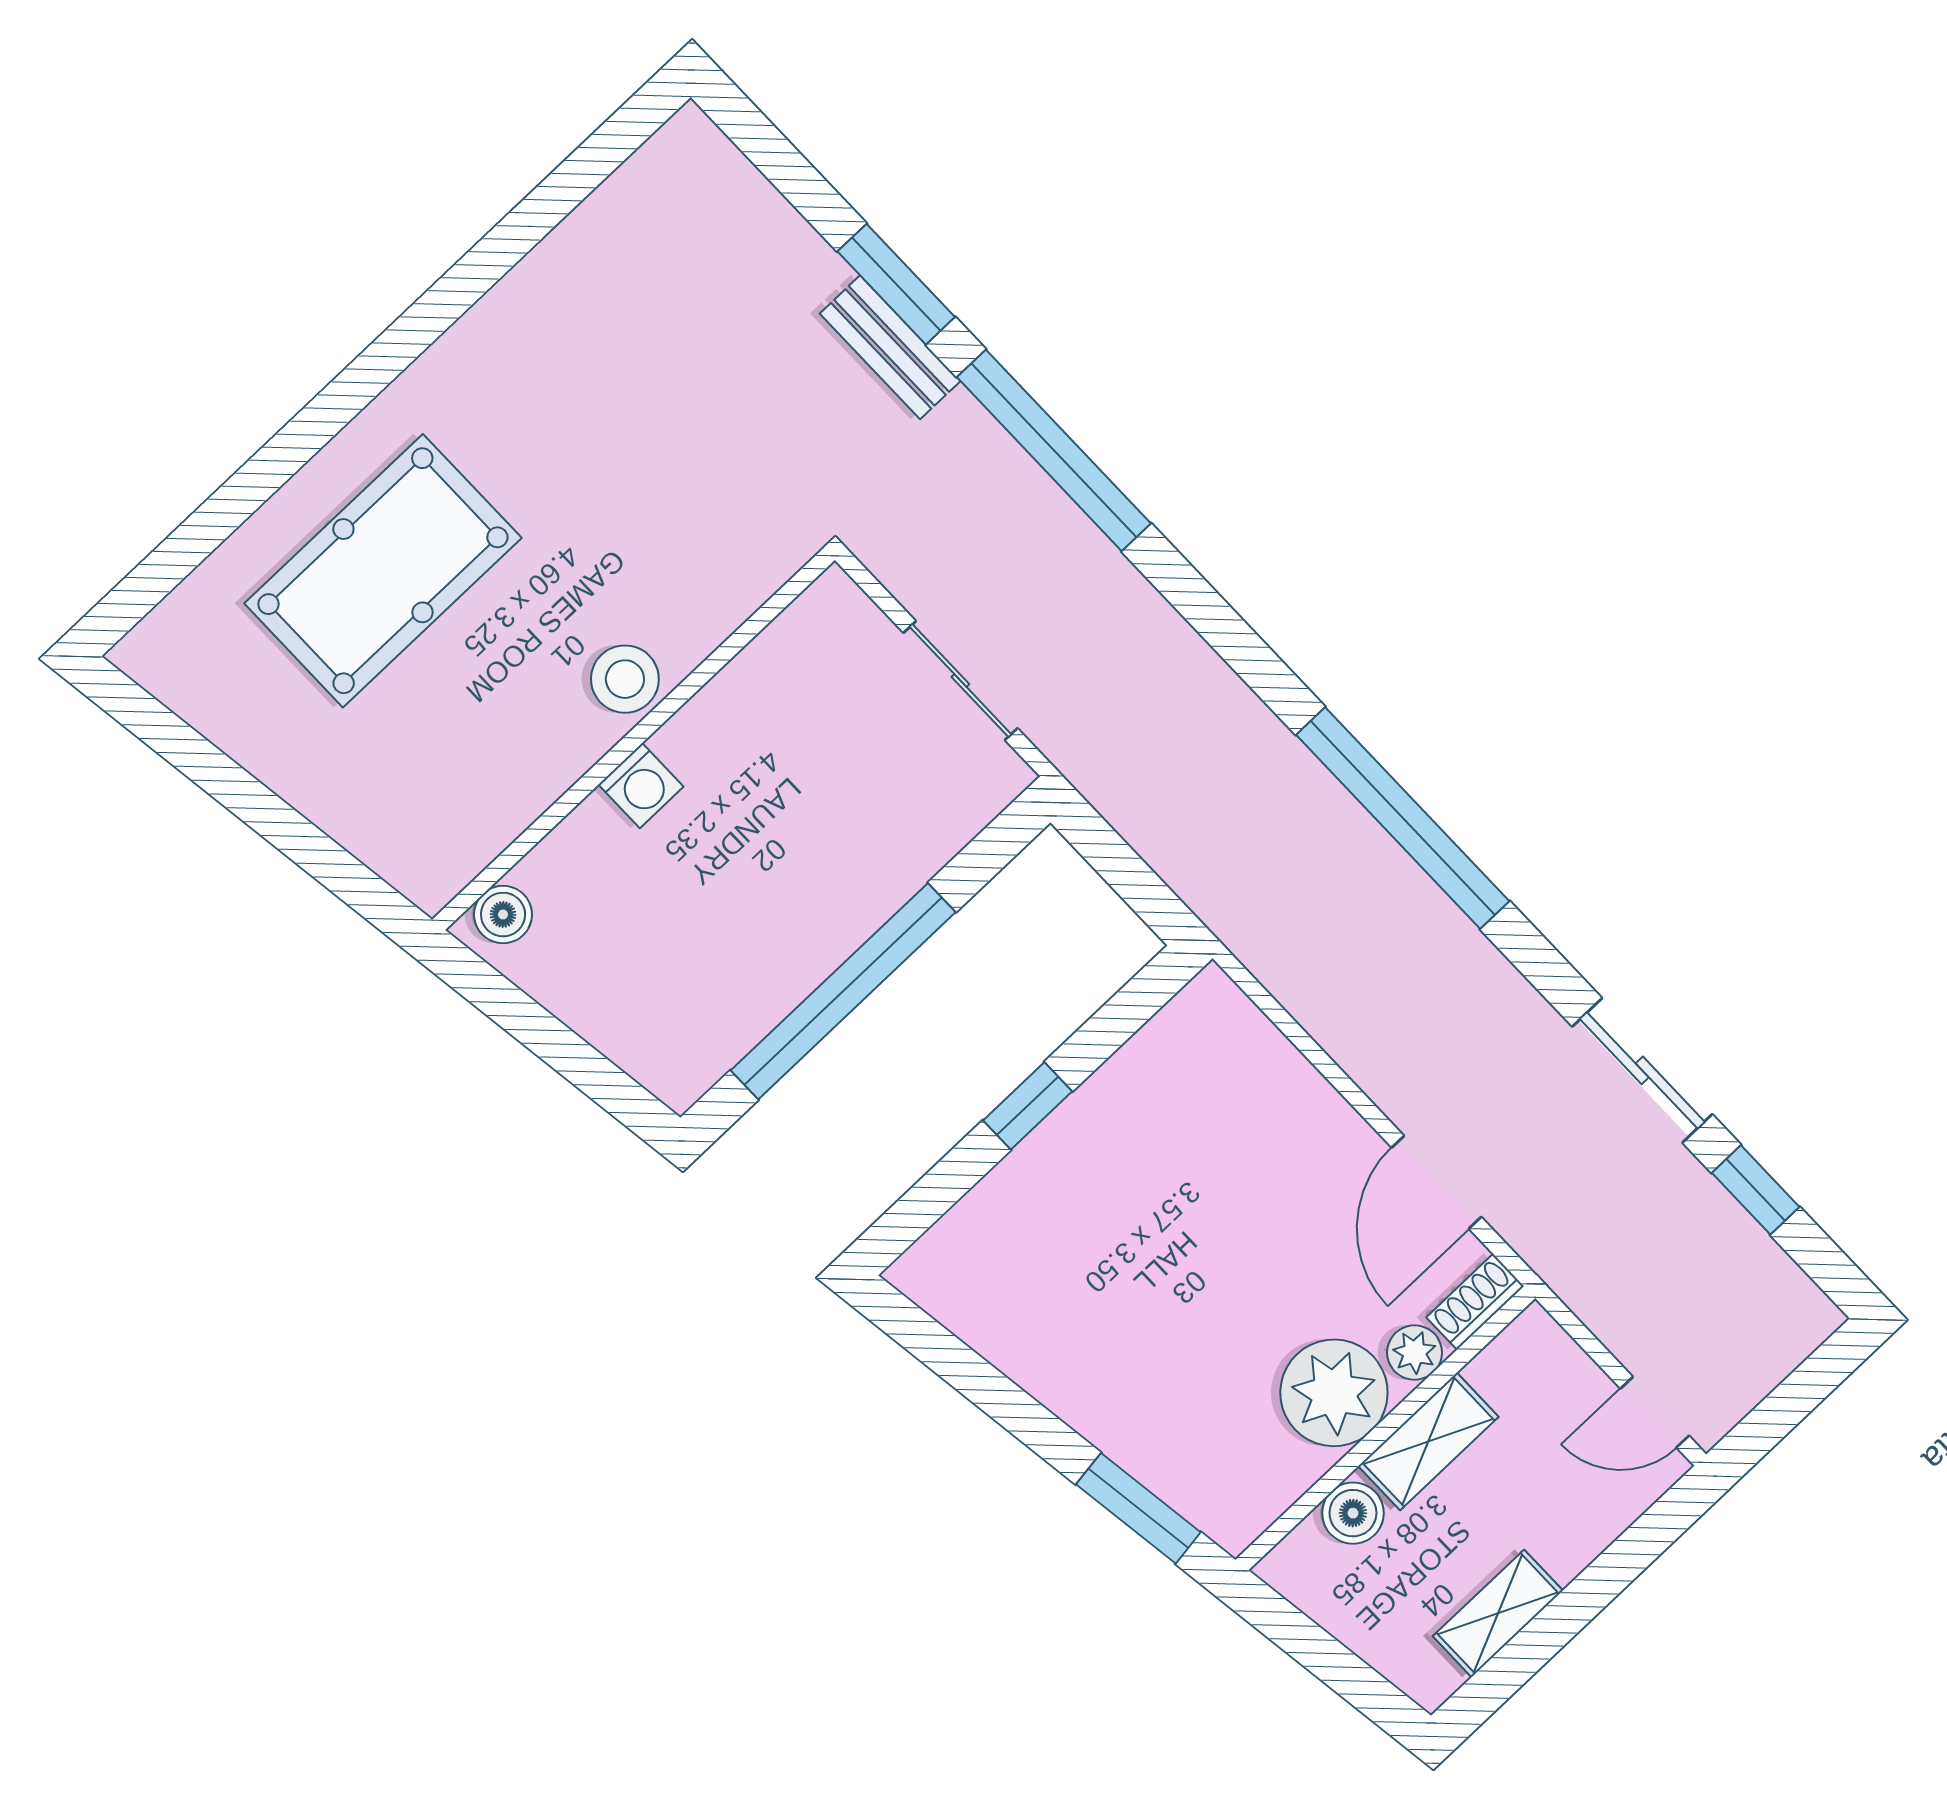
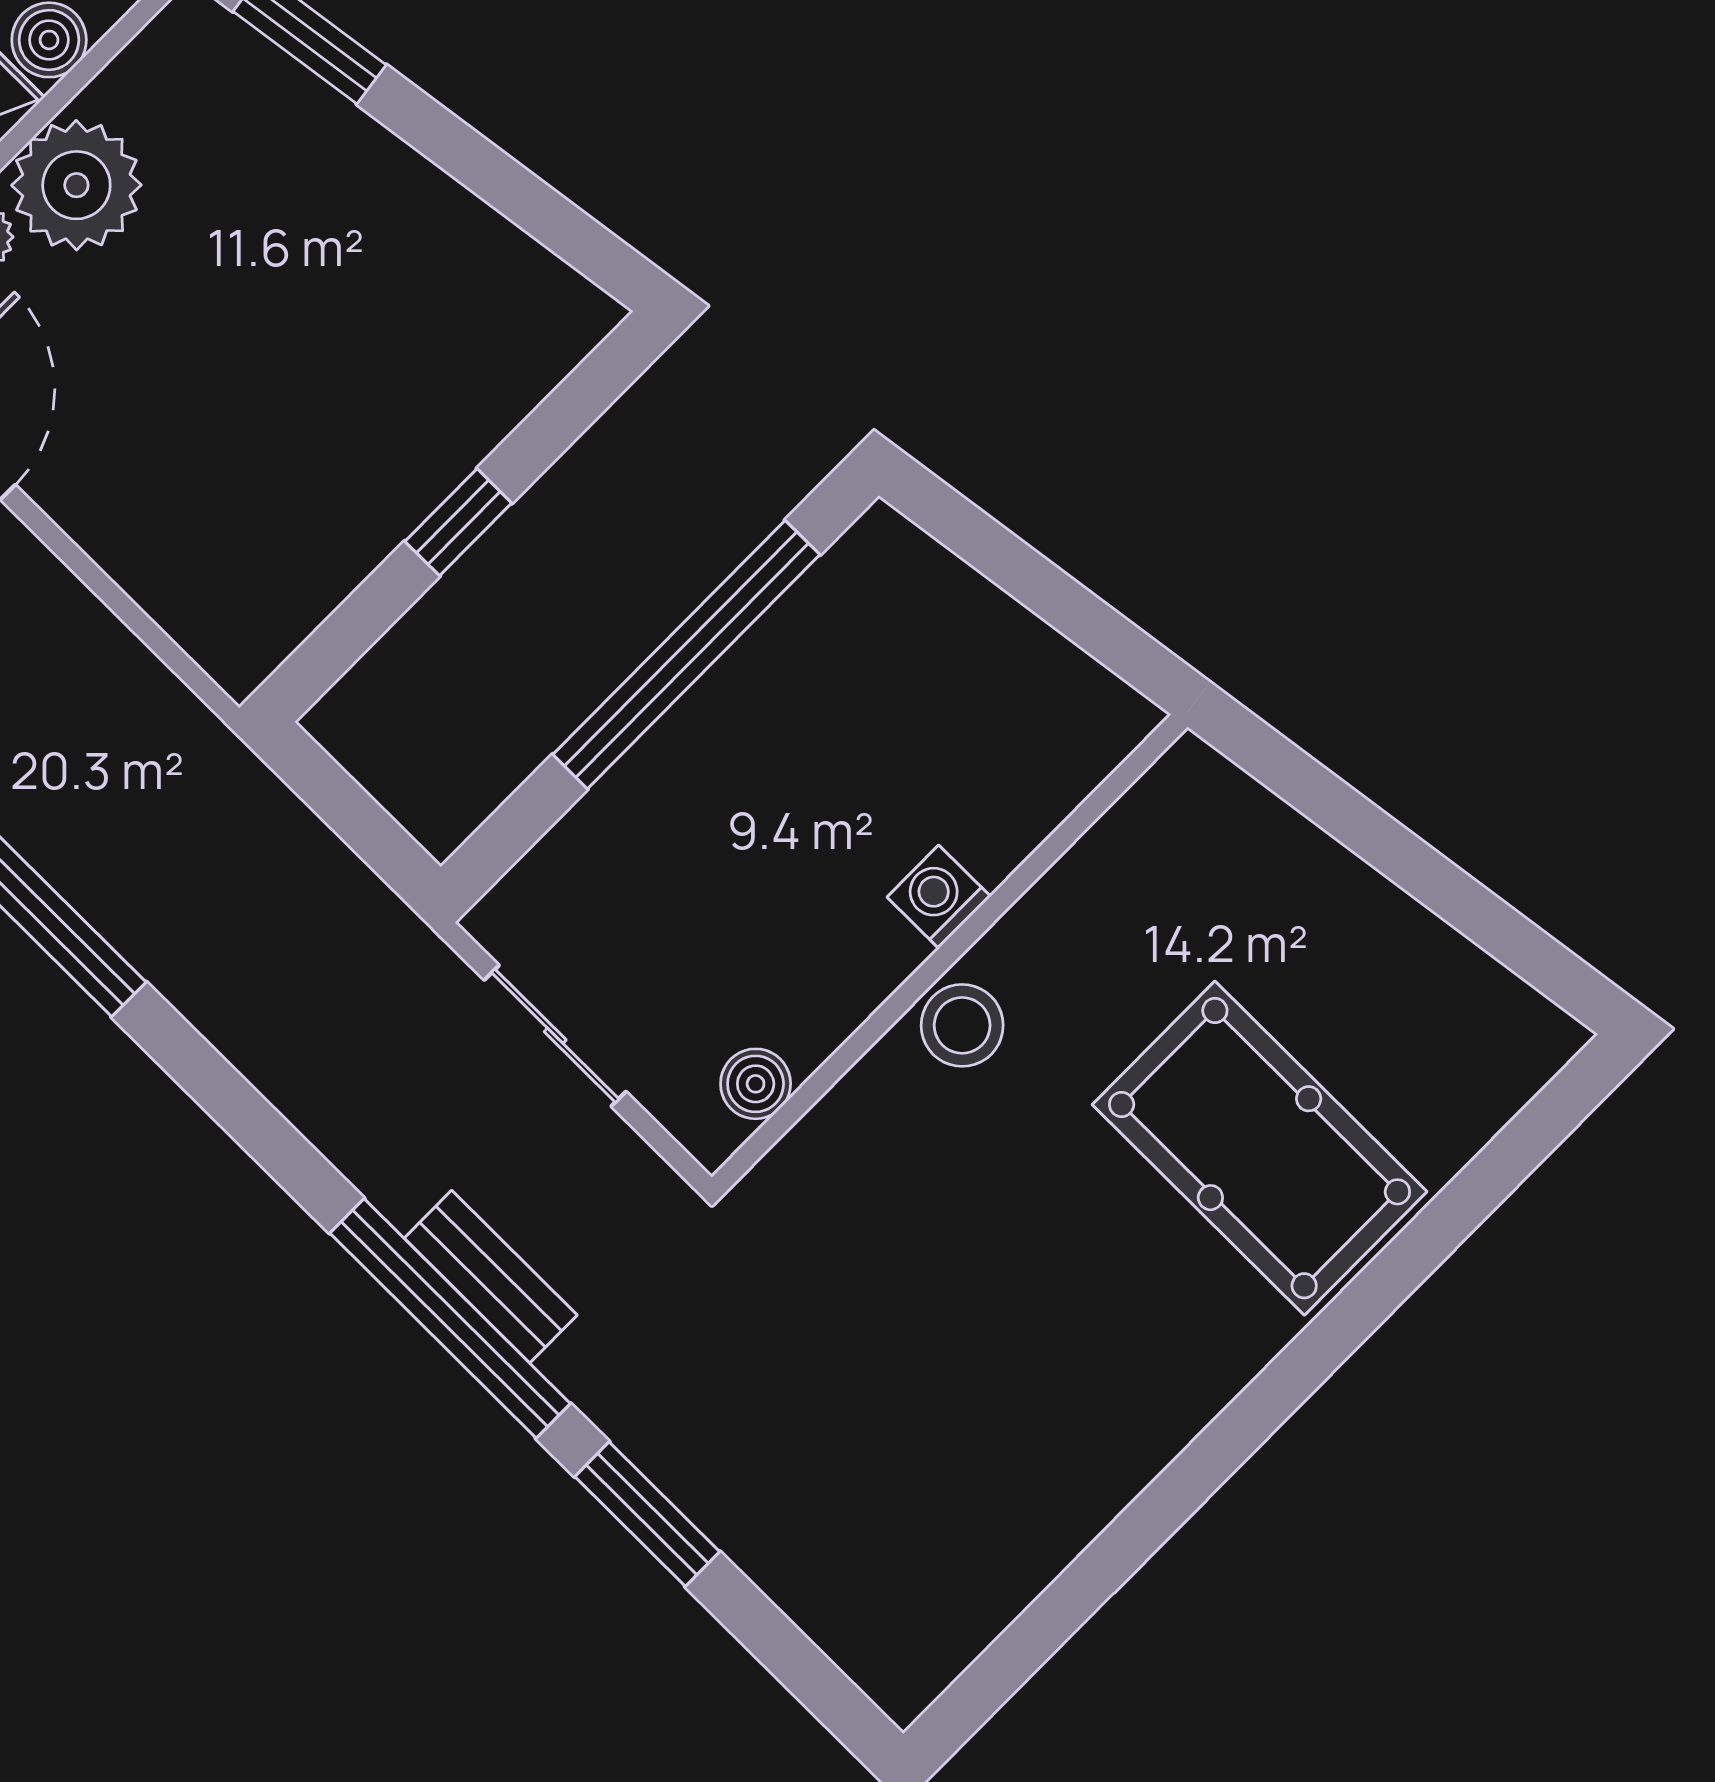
bench: (890, 347) -> (491, 1277), moved
pool table: (383, 571) -> (1260, 1148), turned 90
boiler: (503, 915) -> (756, 1084), moved

